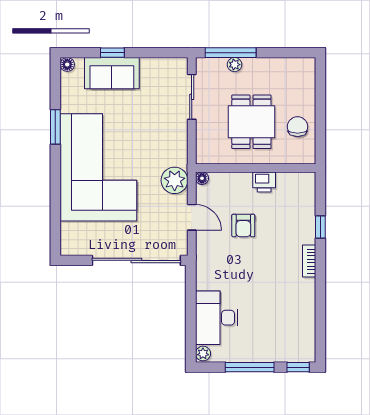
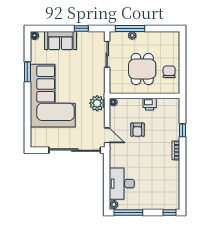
window: (112, 53) -> (81, 28), moved
door: (192, 217) -> (107, 135), moved
window: (250, 367) -> (128, 212), moved

